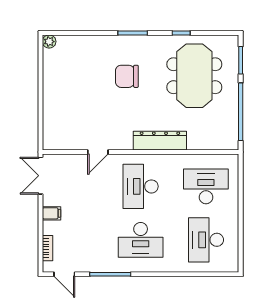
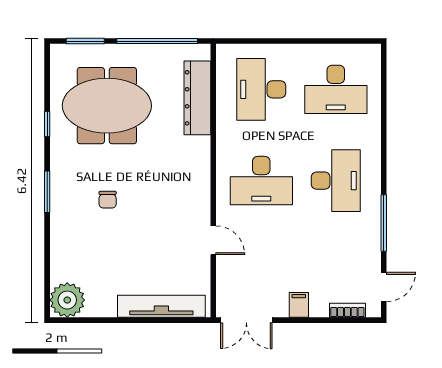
plant: (49, 42) -> (67, 300), width x1.88, depth x1.88
chair: (127, 76) -> (108, 200), width x0.54, depth x0.54
tv unit: (51, 115) -> (161, 306), added
dresser: (160, 141) -> (197, 98), moved

